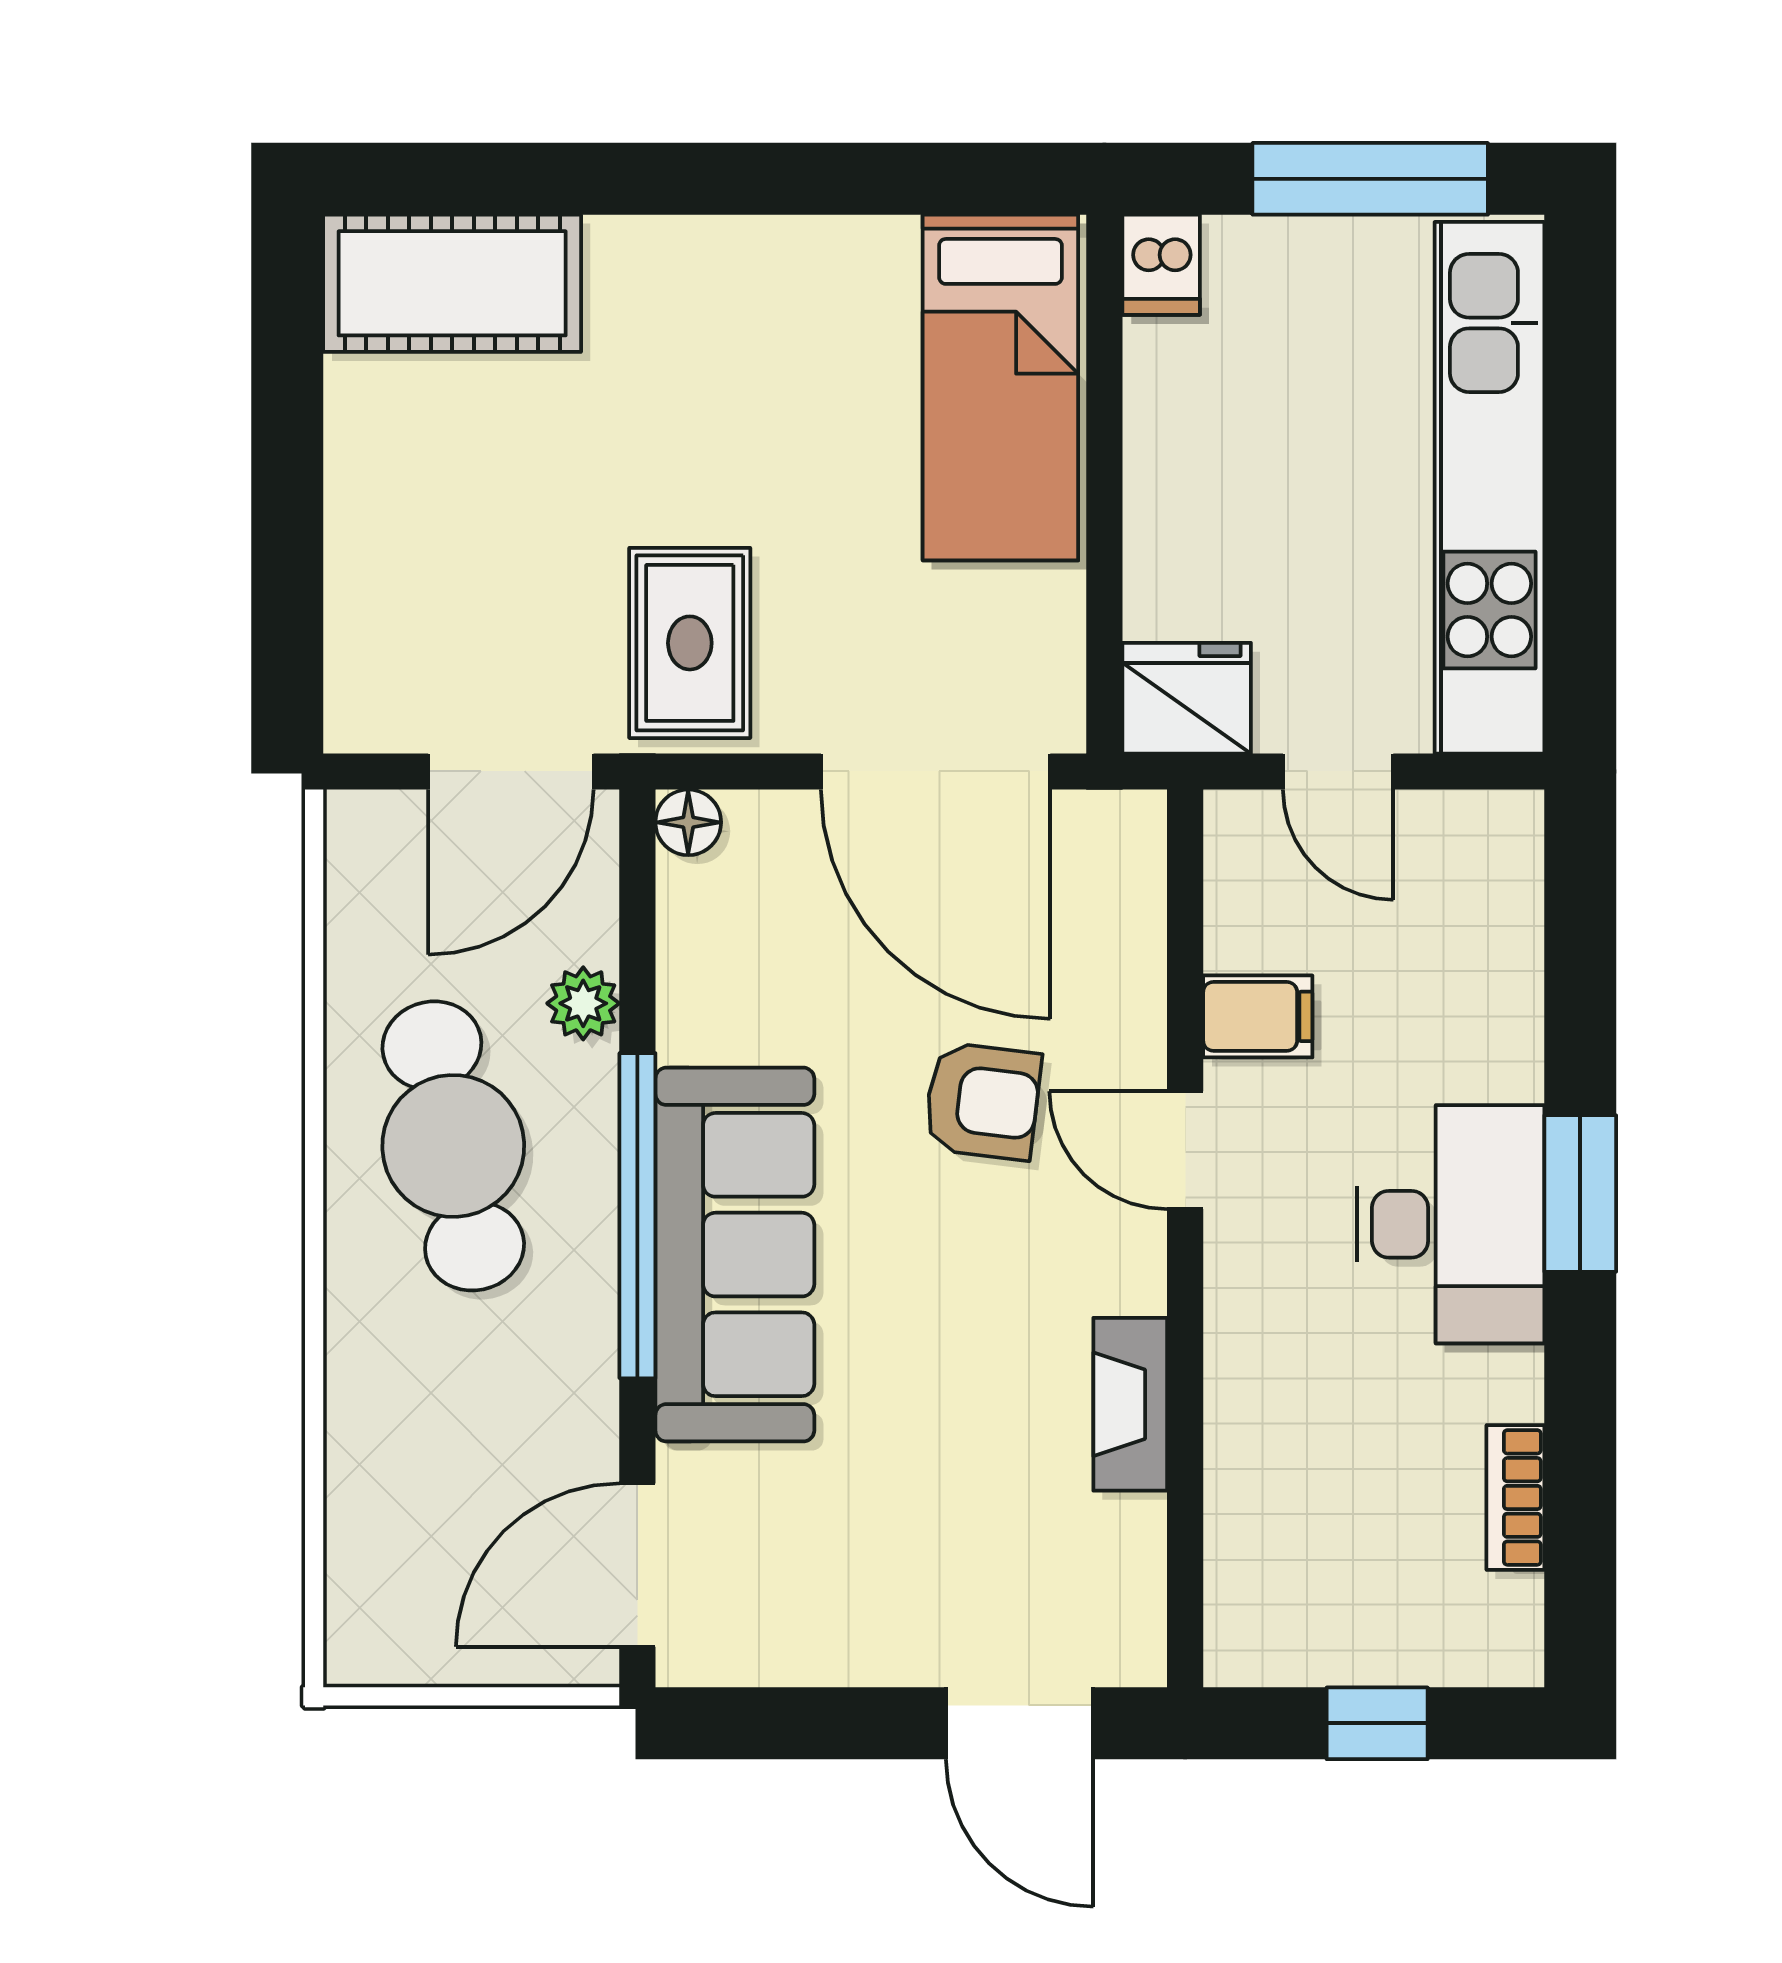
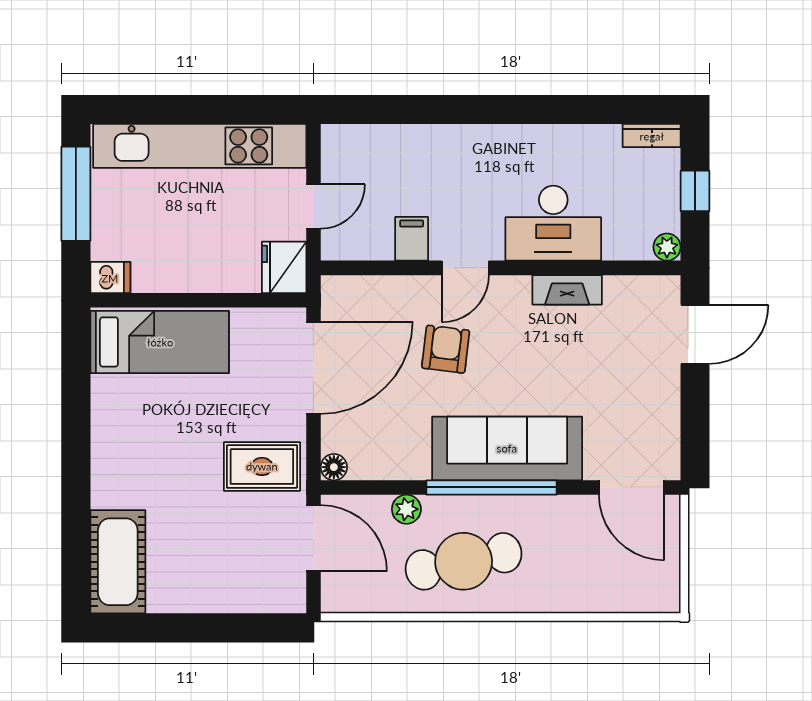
window: (1580, 1194) -> (483, 110), removed
desk: (1451, 1224) -> (553, 223), moved, turned 180
bookcase: (1515, 1497) -> (652, 136), moved
plant: (1237, 1653) -> (667, 247), added

